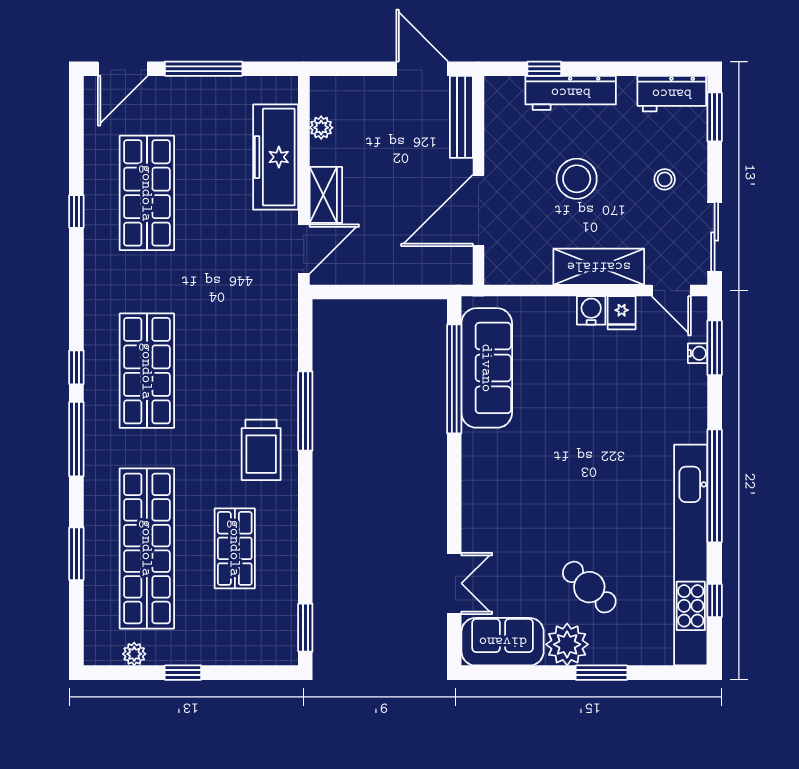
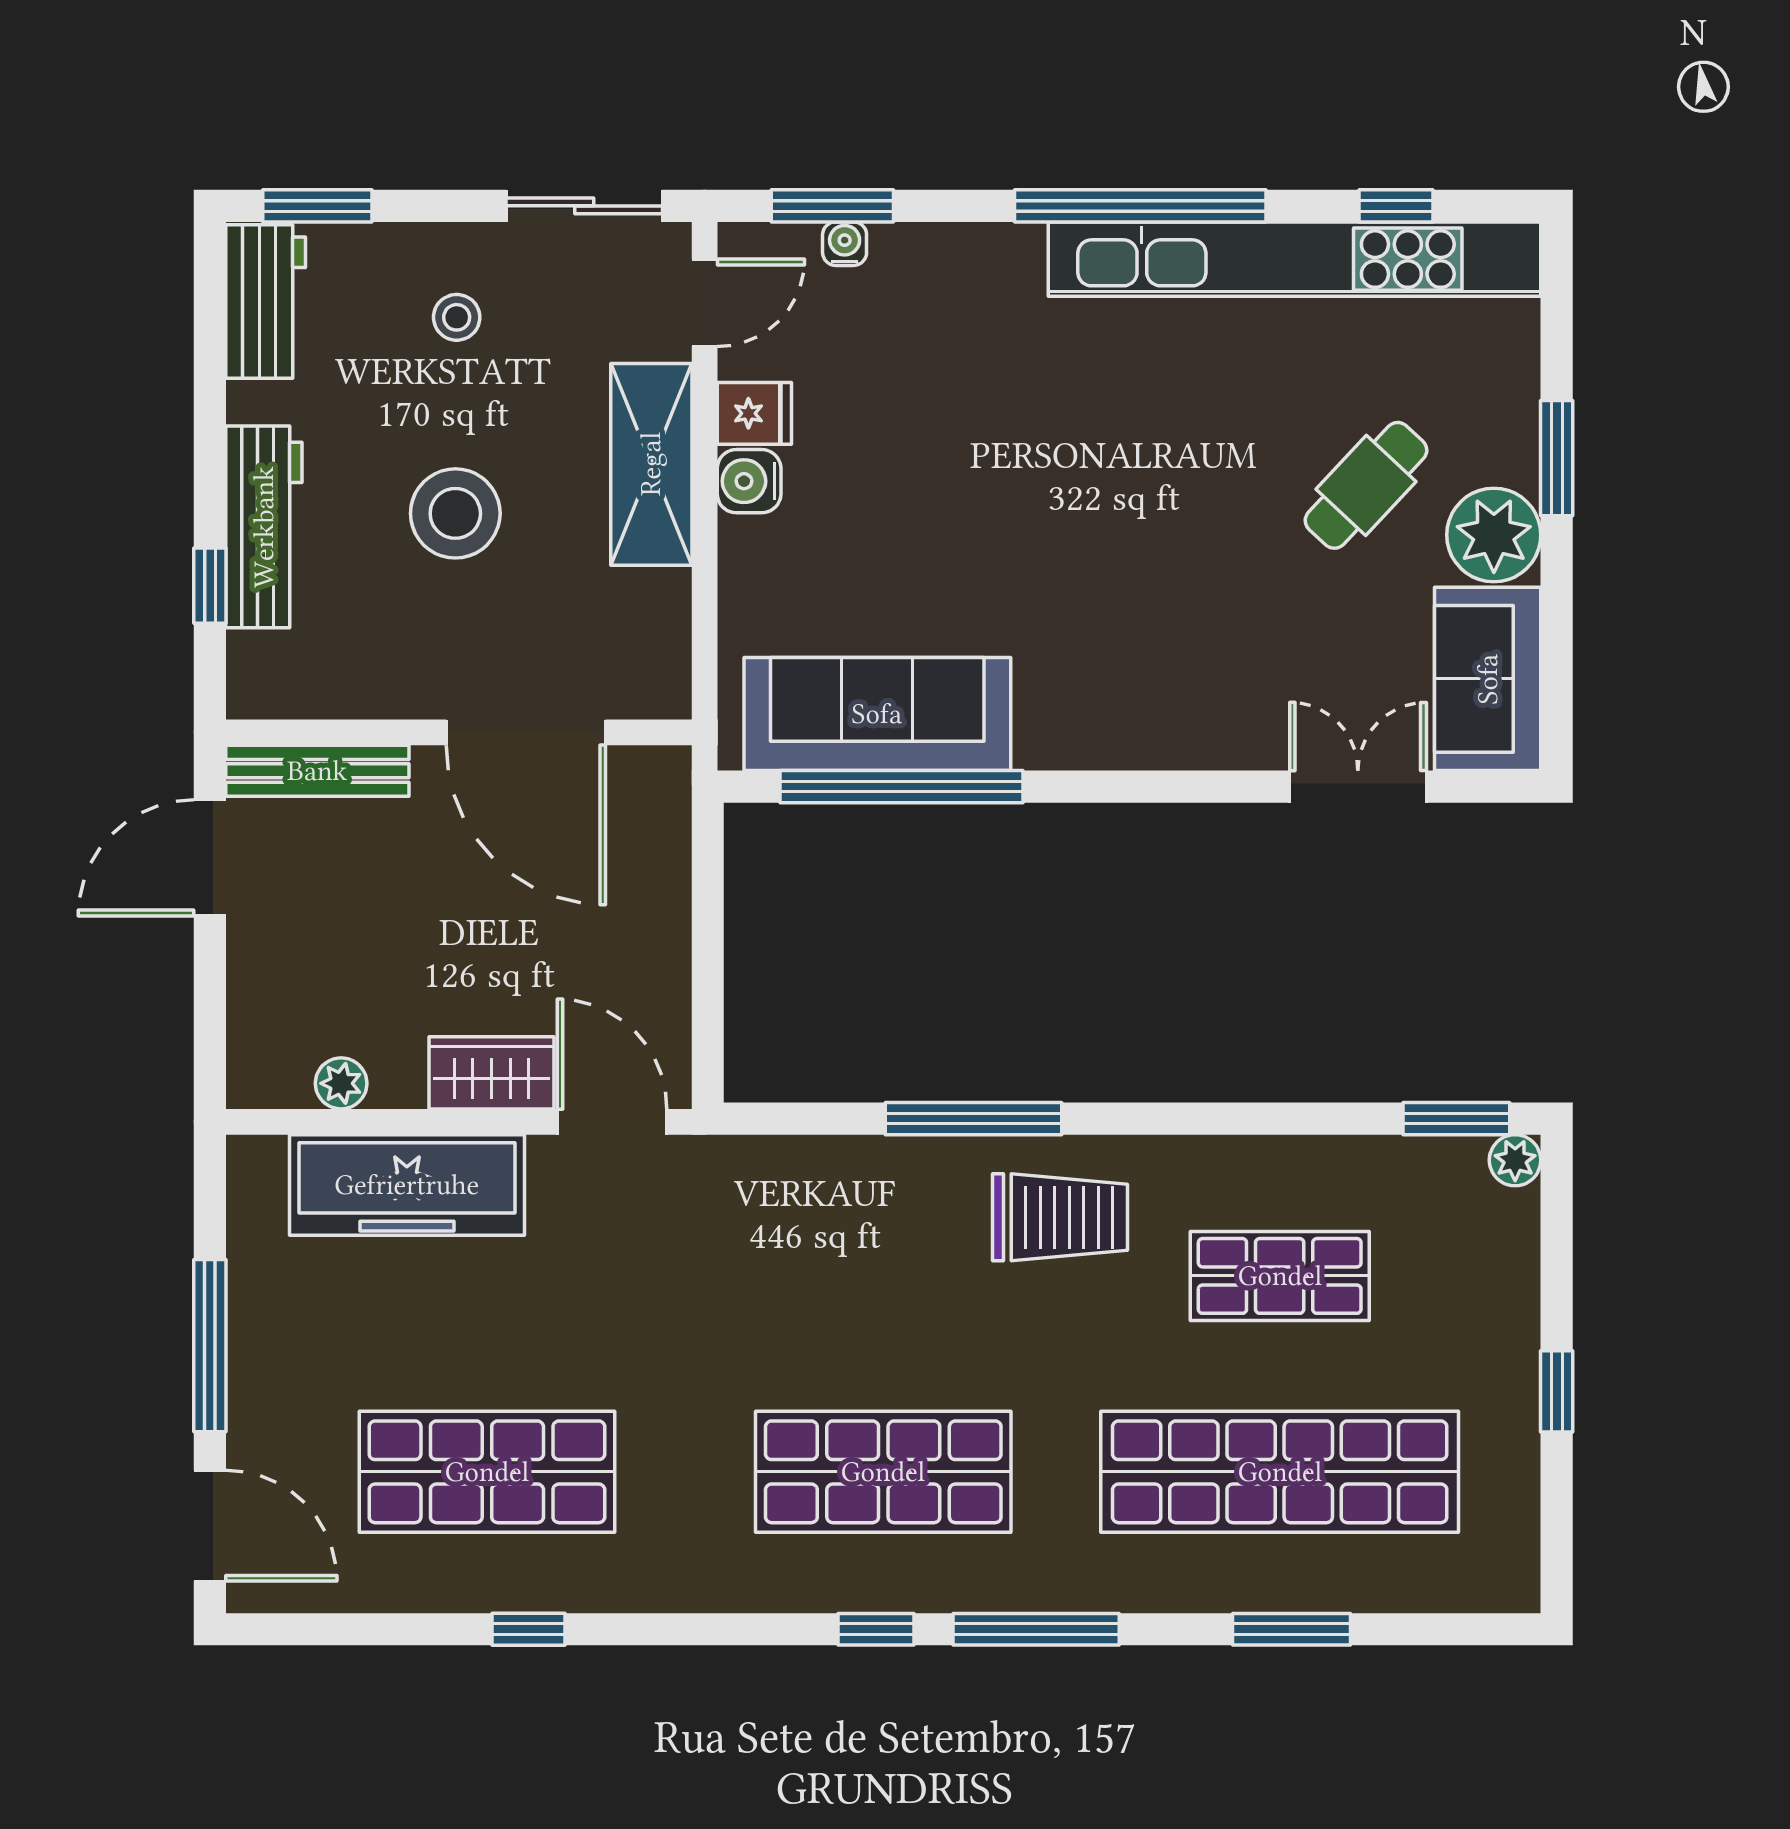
plant: (134, 654) -> (1515, 1160), moved

